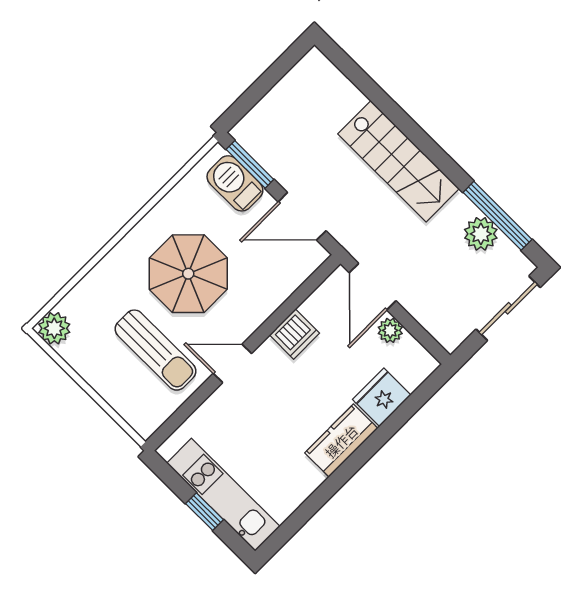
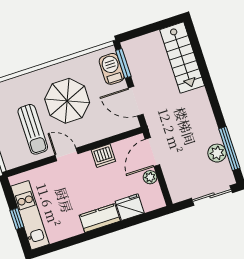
stairs: (399, 161) -> (182, 58), moved

